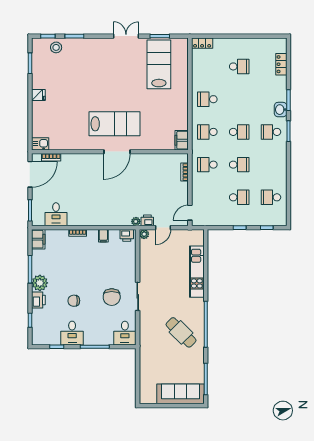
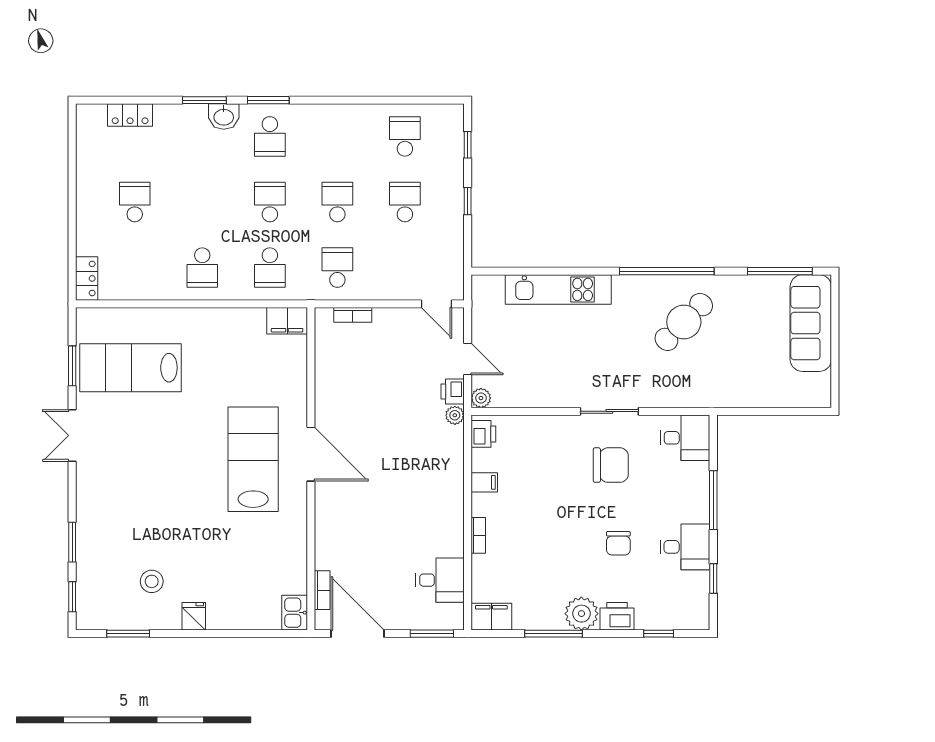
stool: (56, 47) -> (152, 581), moved
school desk: (207, 165) -> (337, 268), turned 180
school desk: (271, 197) -> (405, 136), turned 180

